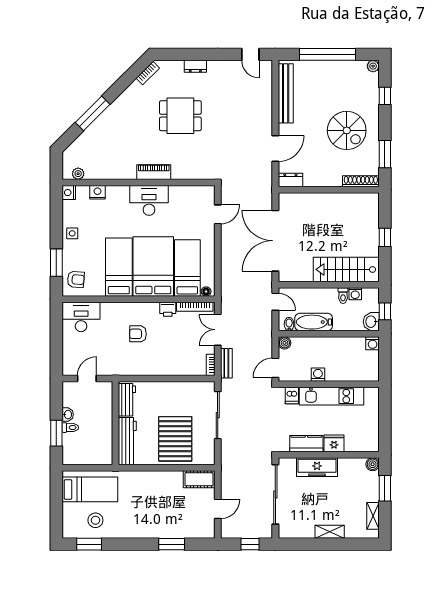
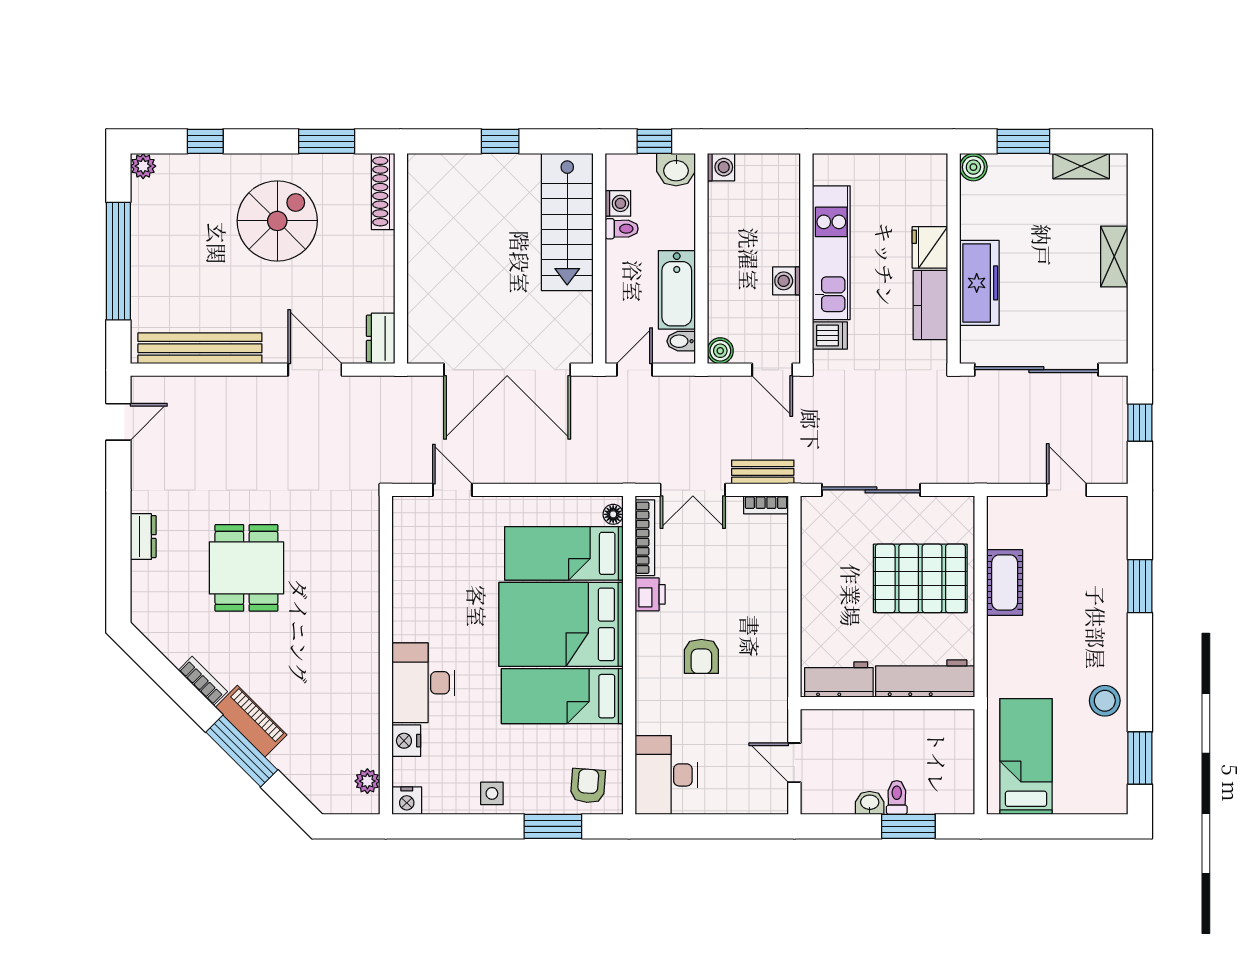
bookcase: (148, 73) -> (203, 681), moved
piano: (154, 172) -> (251, 721), moved, turned 135
desk: (149, 200) -> (423, 683), moved
cot: (199, 479) -> (1005, 583), moved
stool: (95, 520) -> (1105, 701), moved

